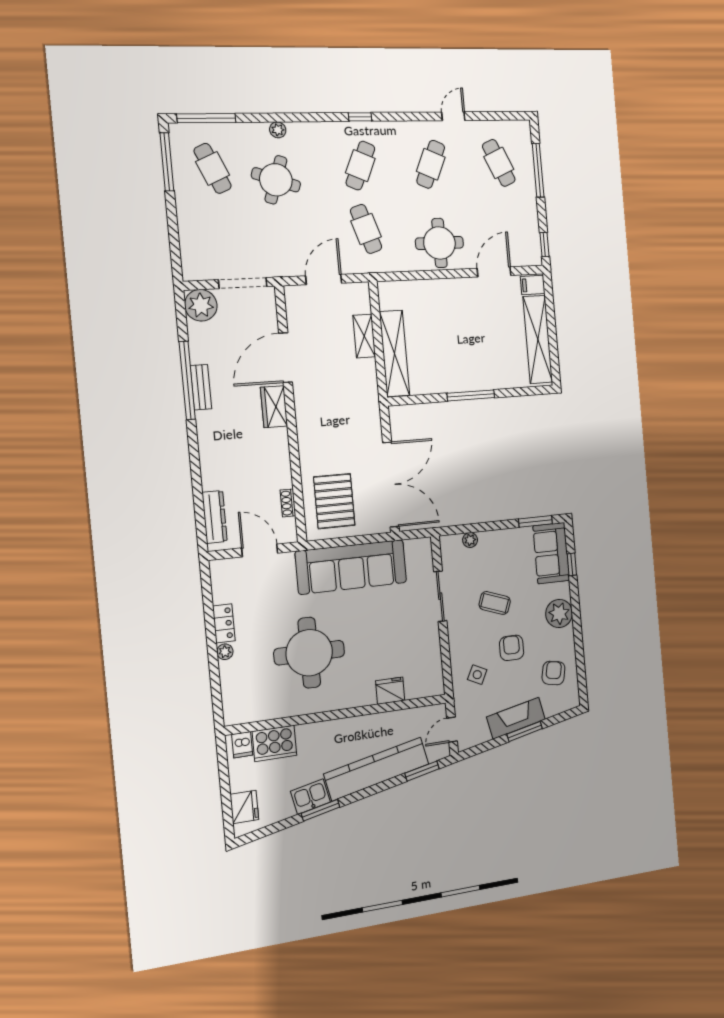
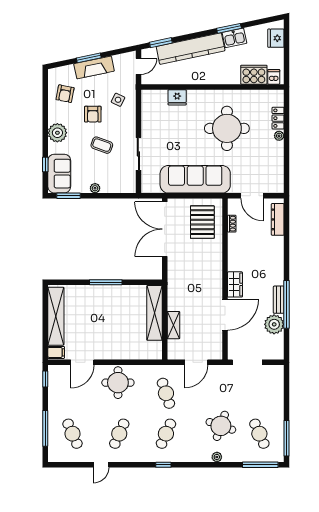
plant: (201, 305) -> (274, 324), moved
plant: (470, 540) -> (95, 188), moved
locker: (224, 623) -> (278, 118), moved

